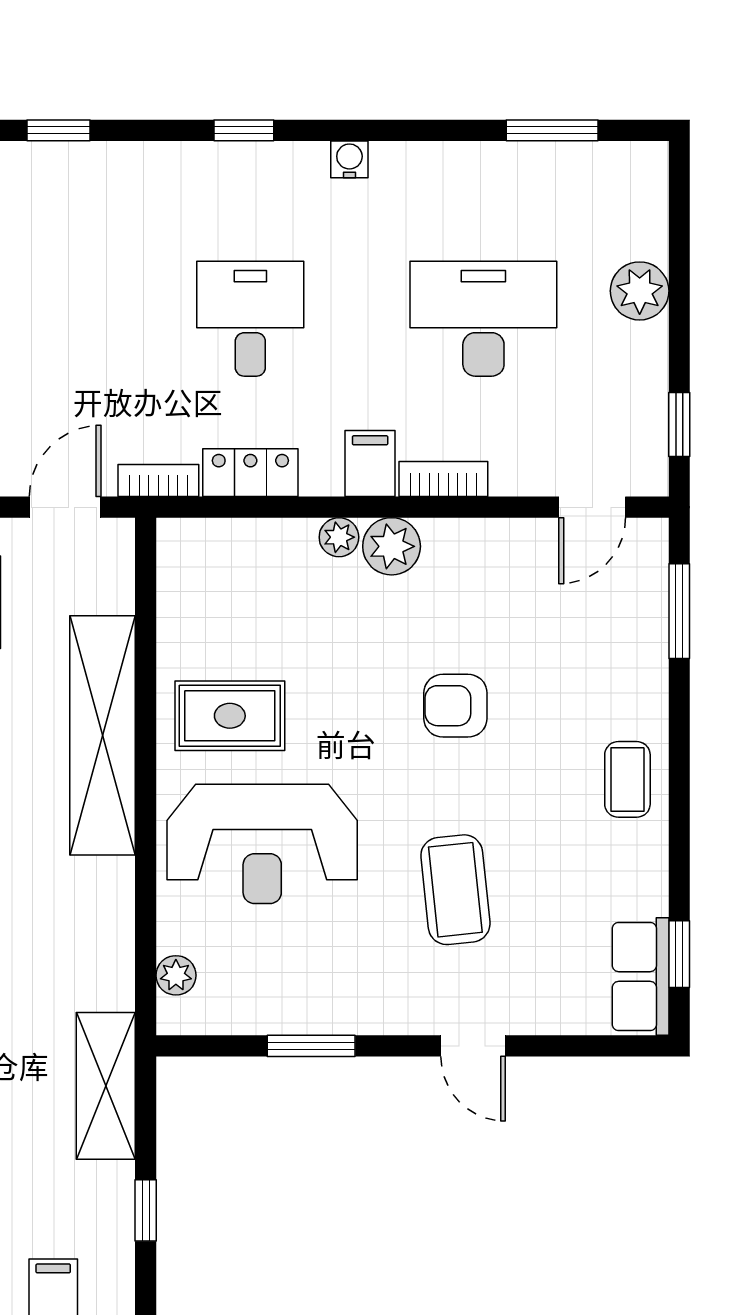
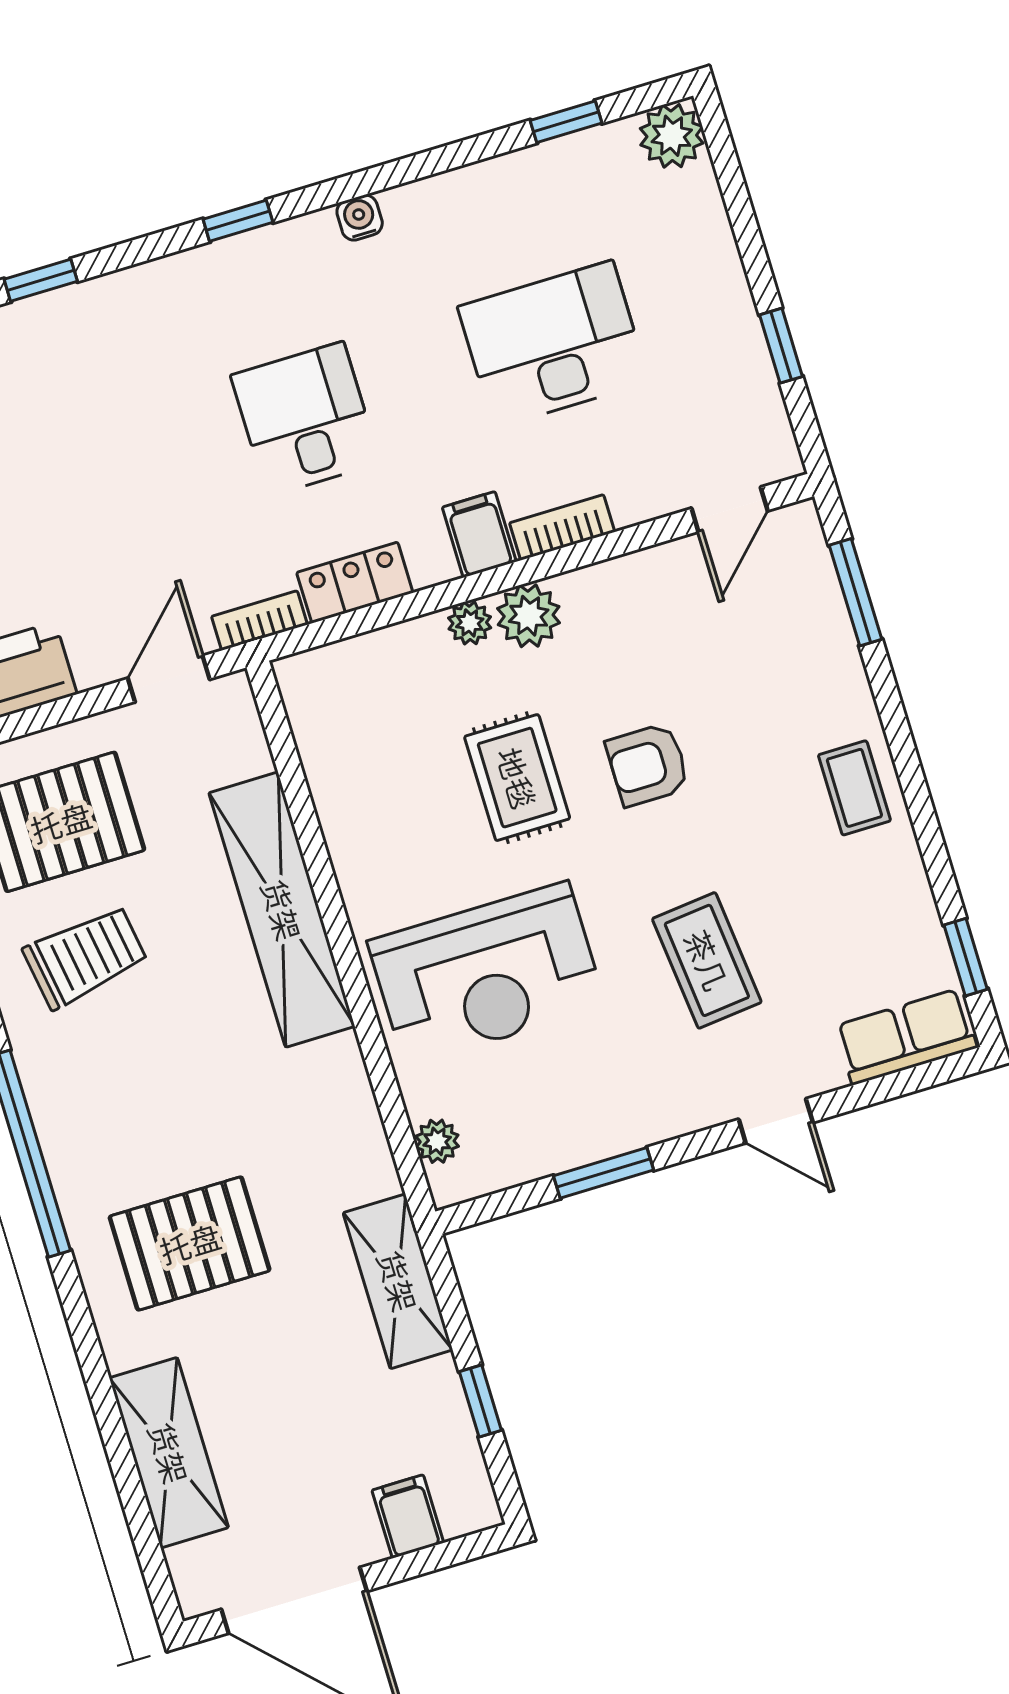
window: (552, 130) -> (566, 122), width x0.67
plant: (640, 291) -> (672, 136), moved
window: (679, 424) -> (781, 346), moved
rug: (230, 716) -> (517, 778), moved, turned 90
row of seats: (641, 976) -> (906, 1037), moved, turned 90

